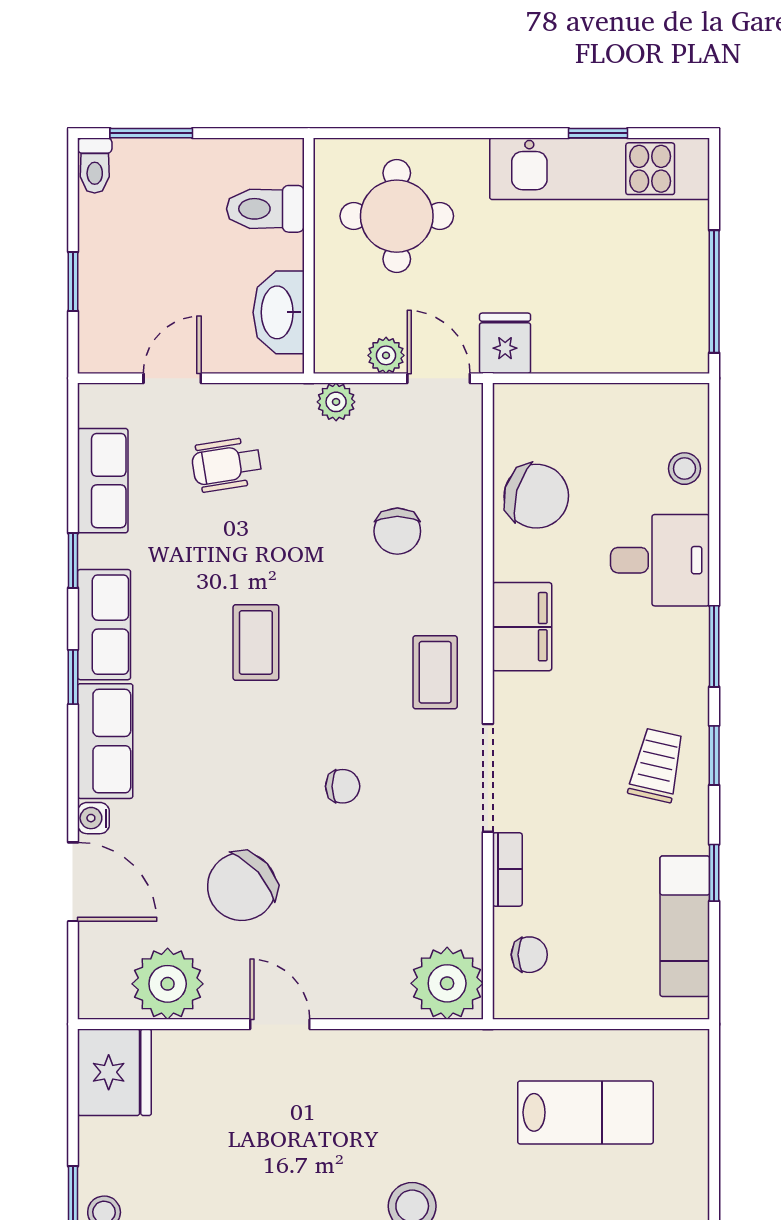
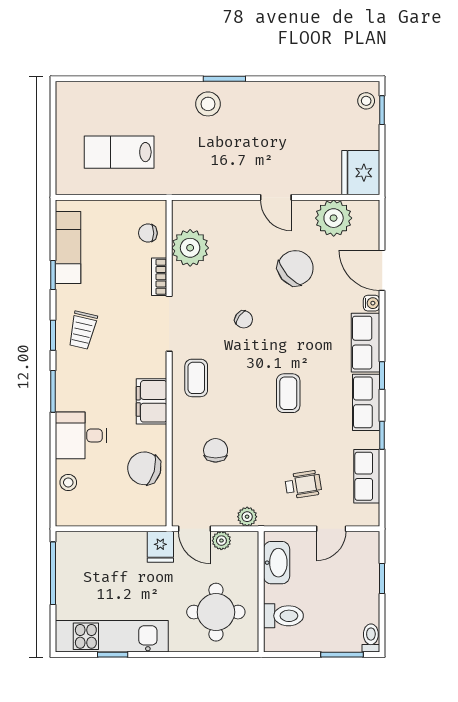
chair: (343, 786) -> (244, 319), turned -144
plant: (447, 983) -> (190, 248), moved

